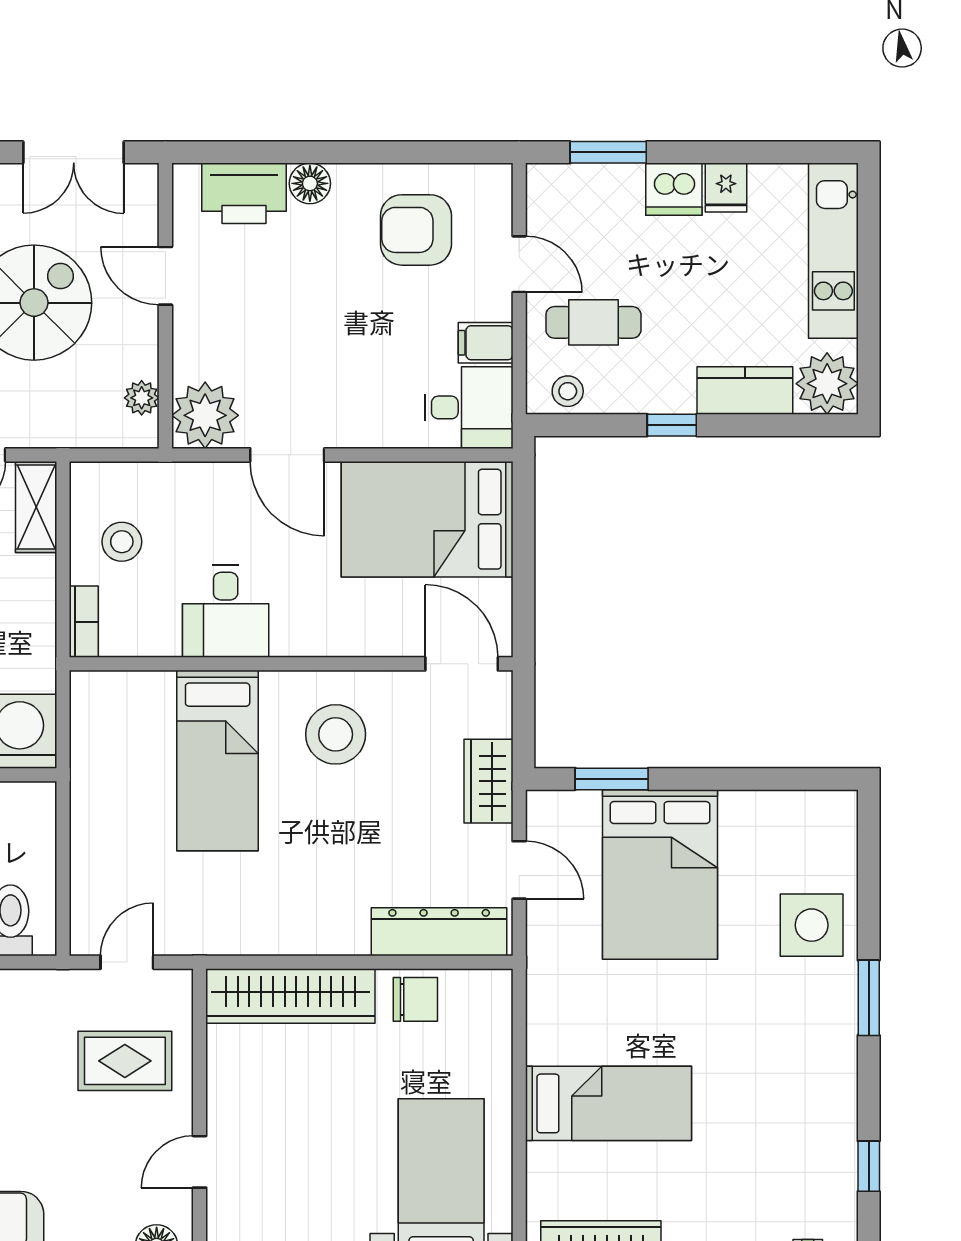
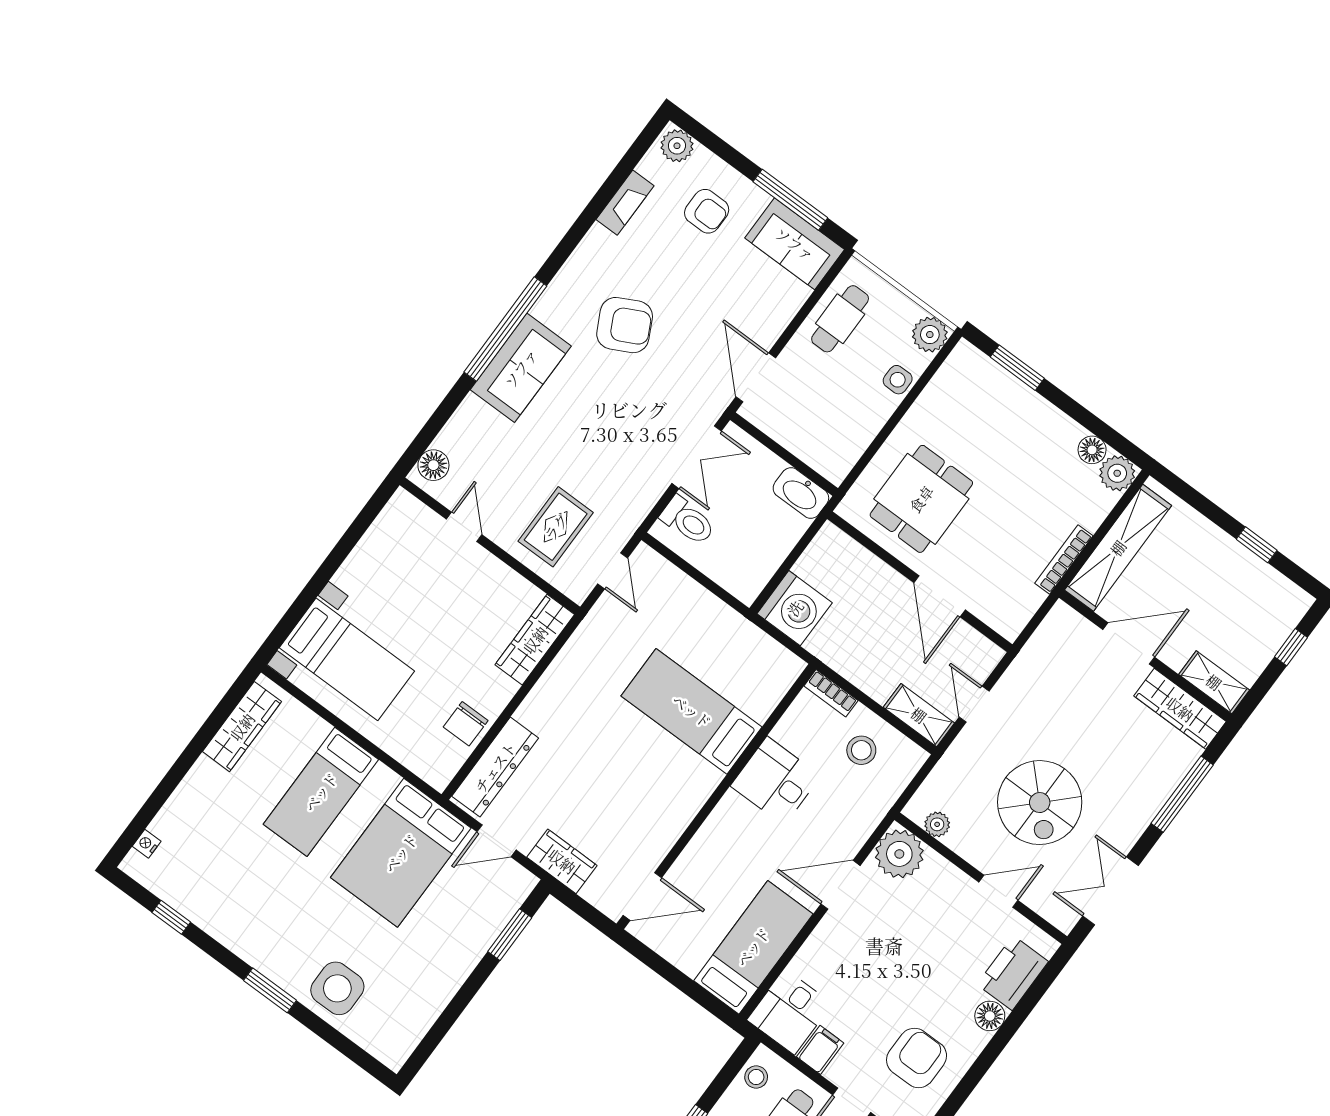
bed: (427, 519) -> (753, 947), width x0.67
stool: (336, 734) -> (656, 792), removed
bed: (660, 875) -> (401, 853), moved, turned -90
wardrobe: (290, 996) -> (535, 640), width x0.71, depth x0.85

